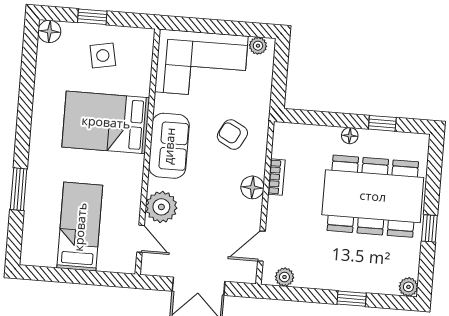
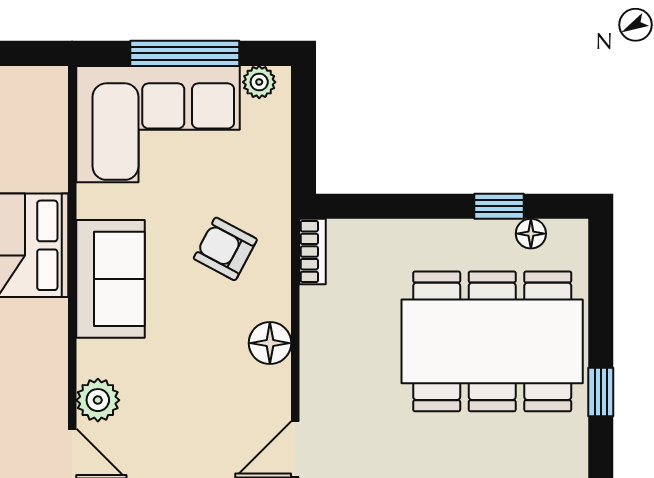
window: (219, 27) -> (185, 53), added
floor lamp: (350, 136) -> (531, 234), moved
bookcase: (276, 177) -> (313, 252), moved
plant: (161, 207) -> (98, 400), width x0.73, depth x0.73

